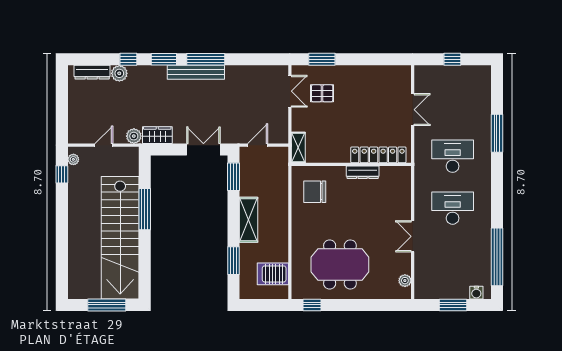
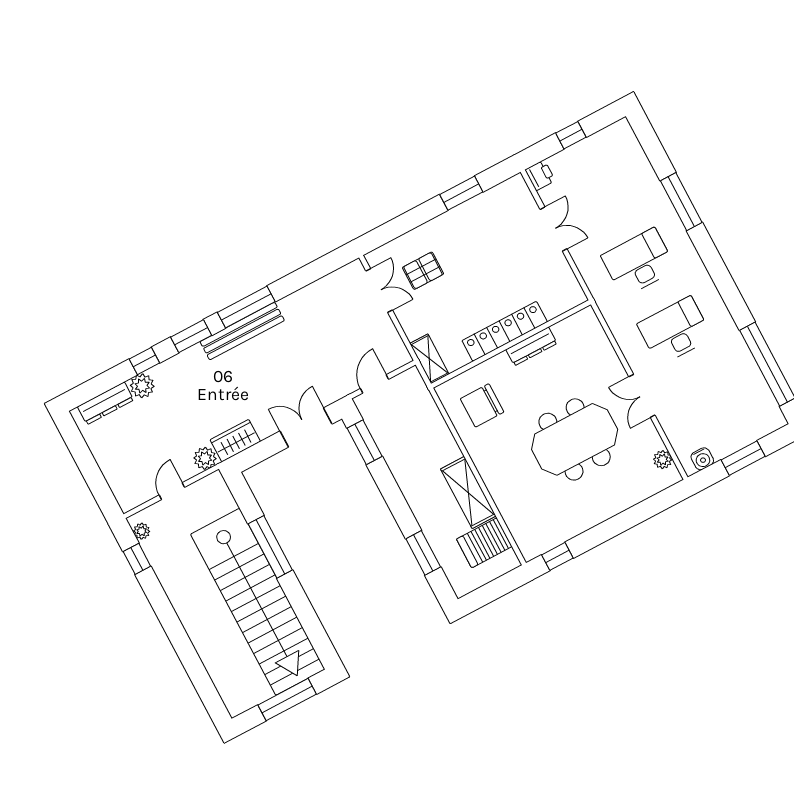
window: (322, 59) -> (461, 193), moved
printer: (422, 73) -> (540, 175), added
locker: (378, 155) -> (505, 331), moved
shelving: (249, 220) -> (468, 492), moved
meeting table: (340, 264) -> (575, 439), moved
water cooler: (476, 293) -> (702, 459), moved

